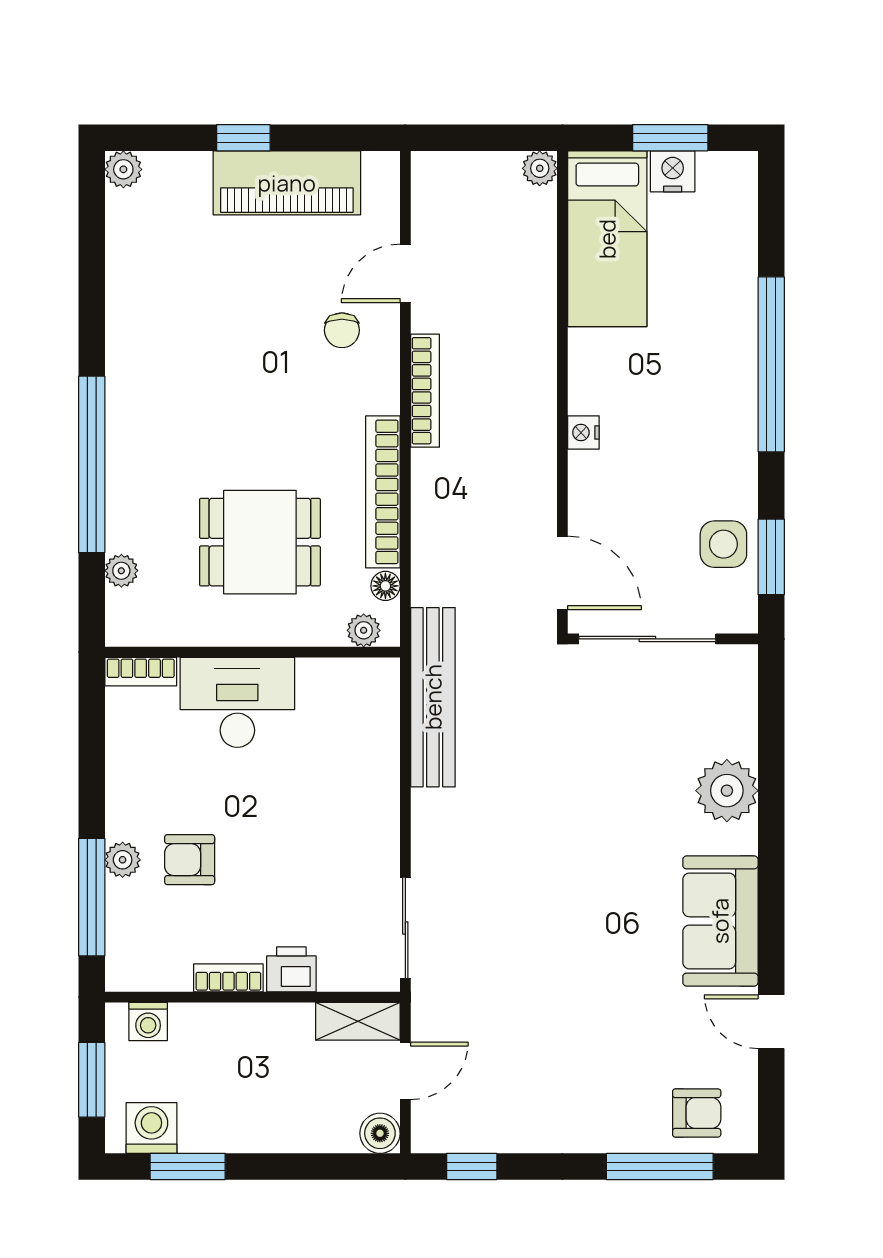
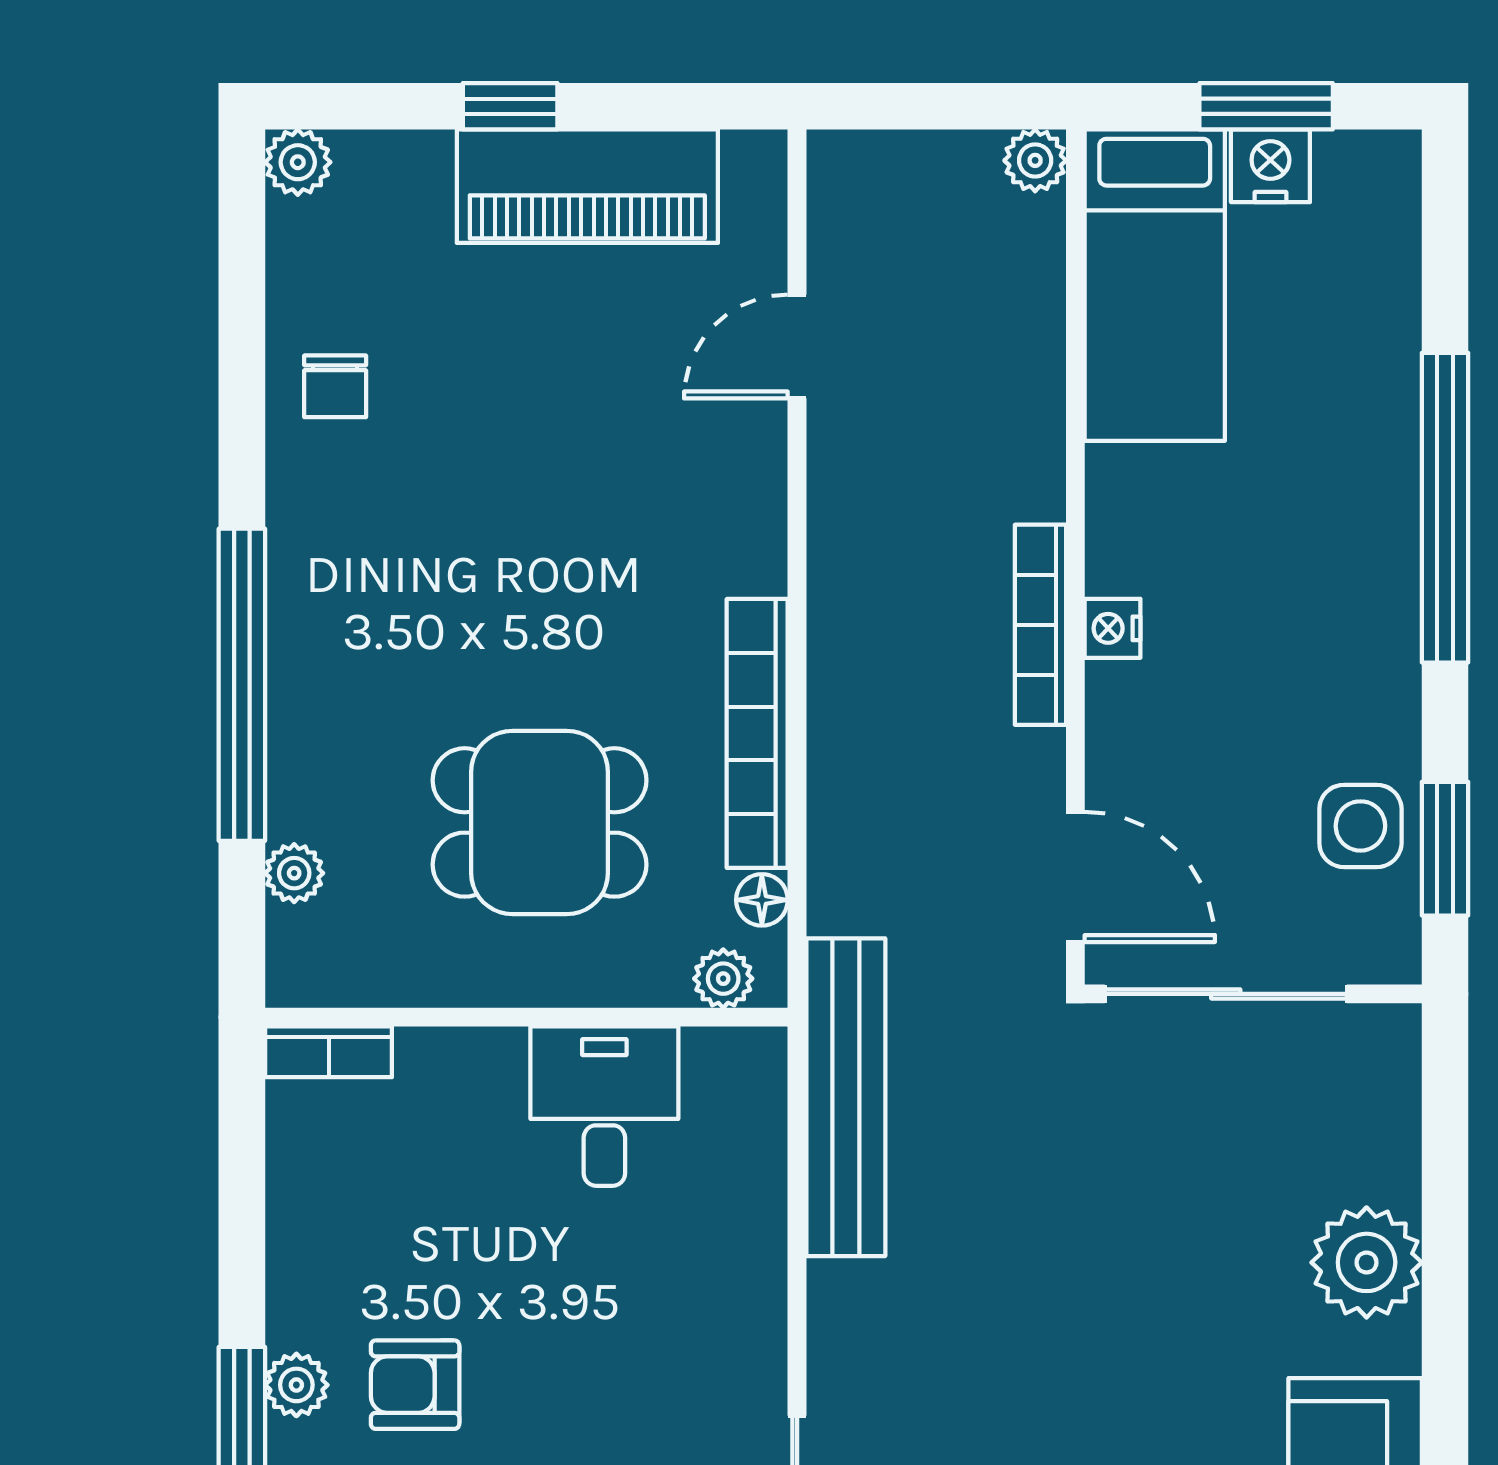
chair: (342, 330) -> (335, 386), moved
bookcase: (425, 391) -> (1040, 625), moved, turned 180
desk: (237, 702) -> (604, 1106), moved, width x0.73

